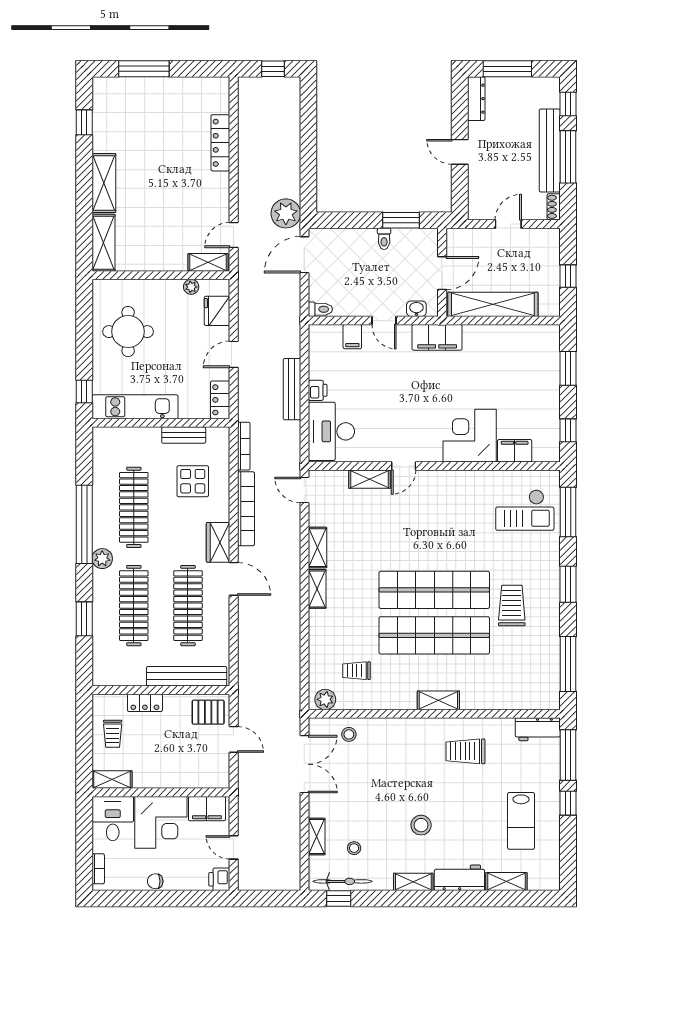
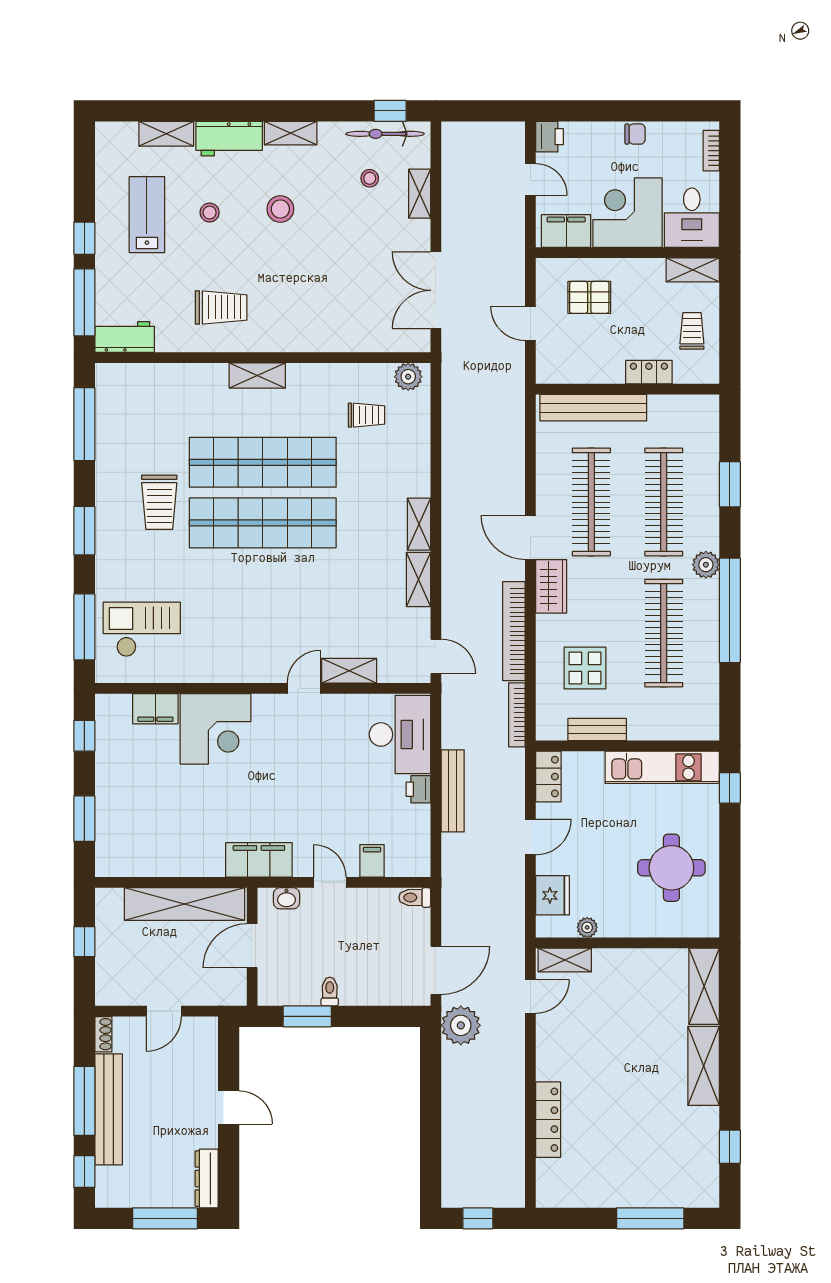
pallet: (208, 712) -> (589, 297), moved
stool: (349, 734) -> (210, 213), moved

